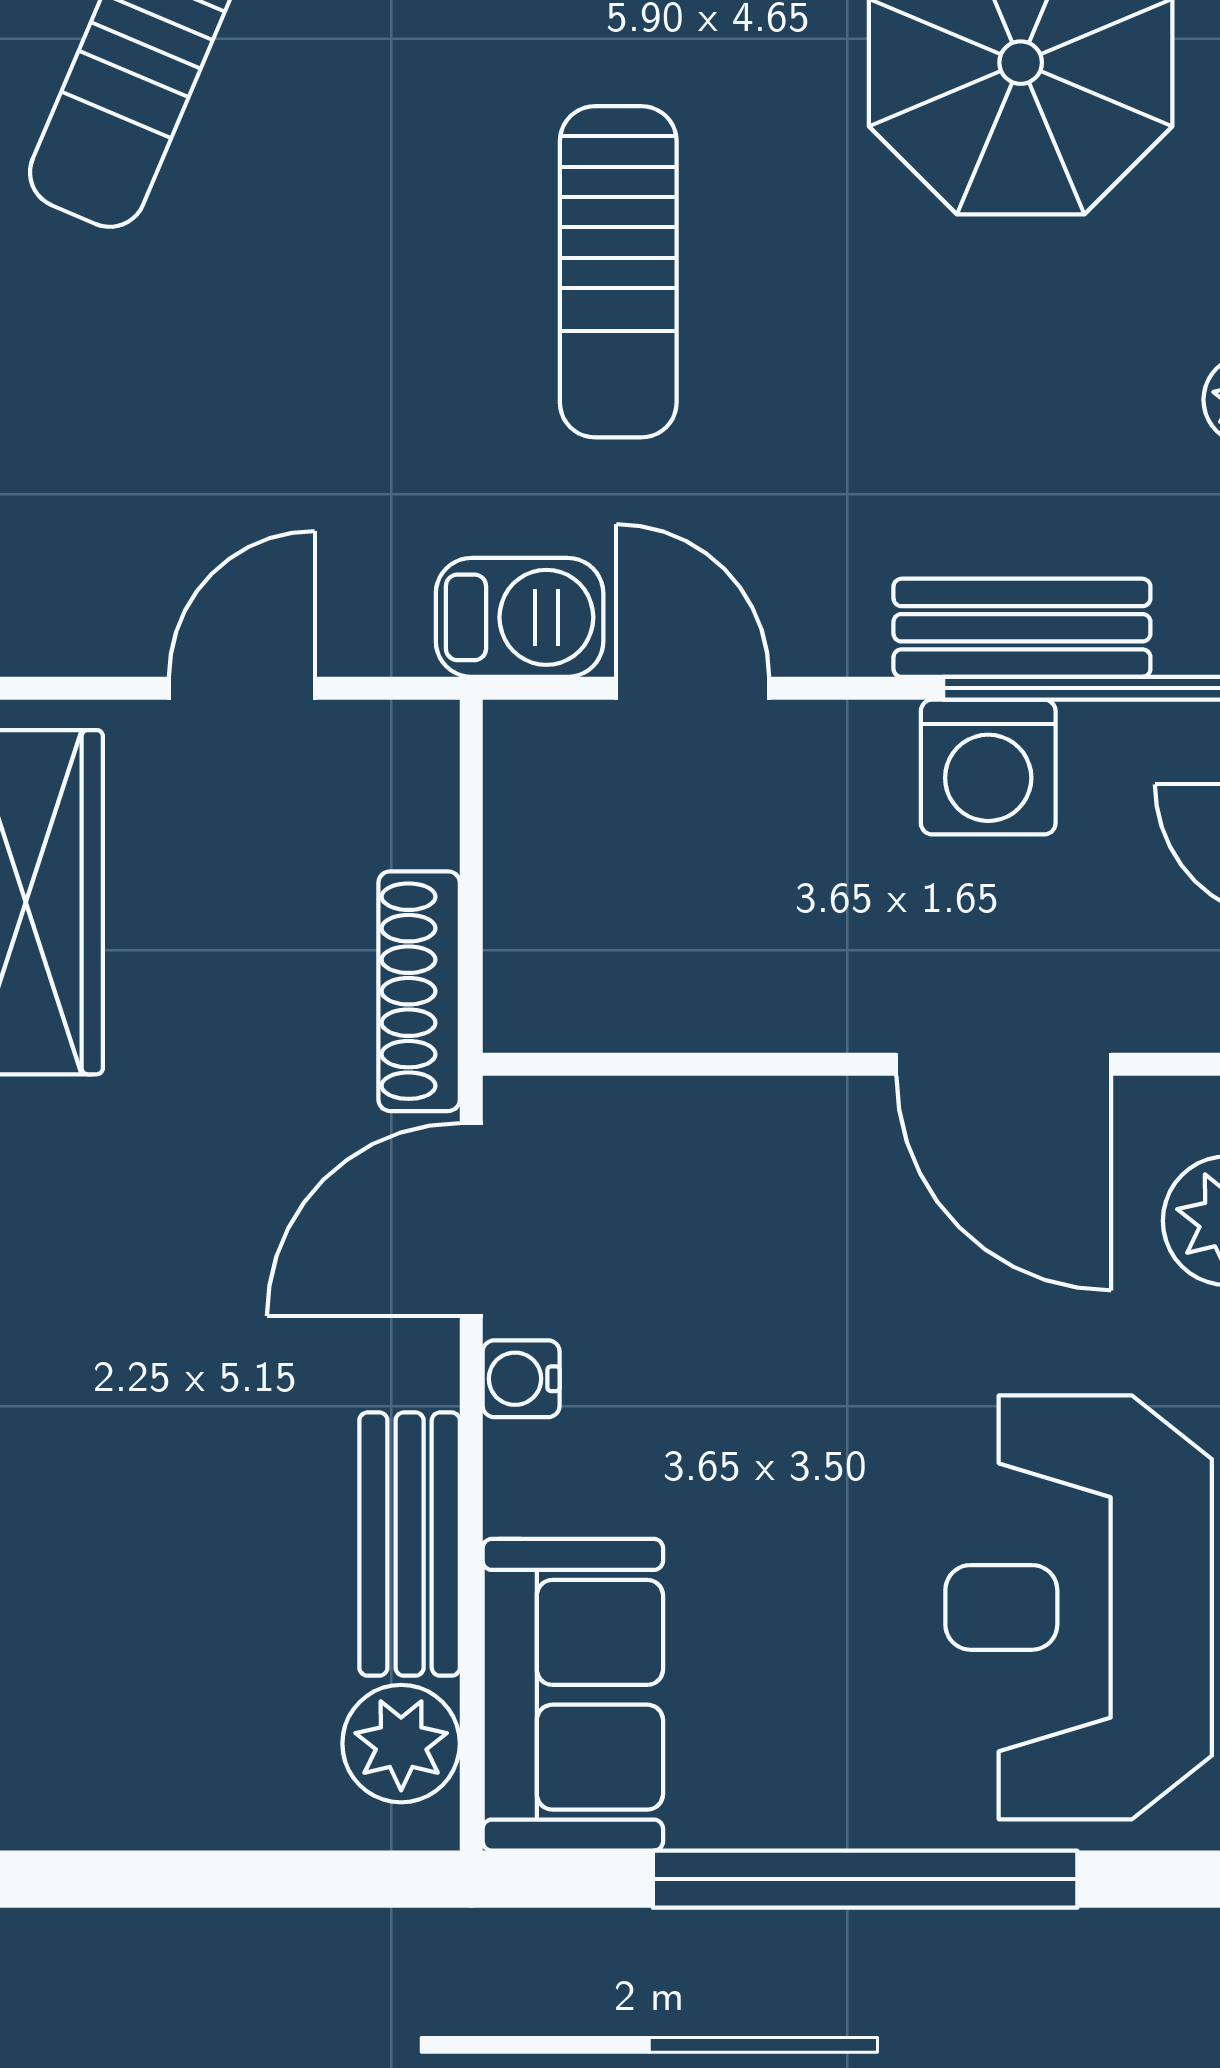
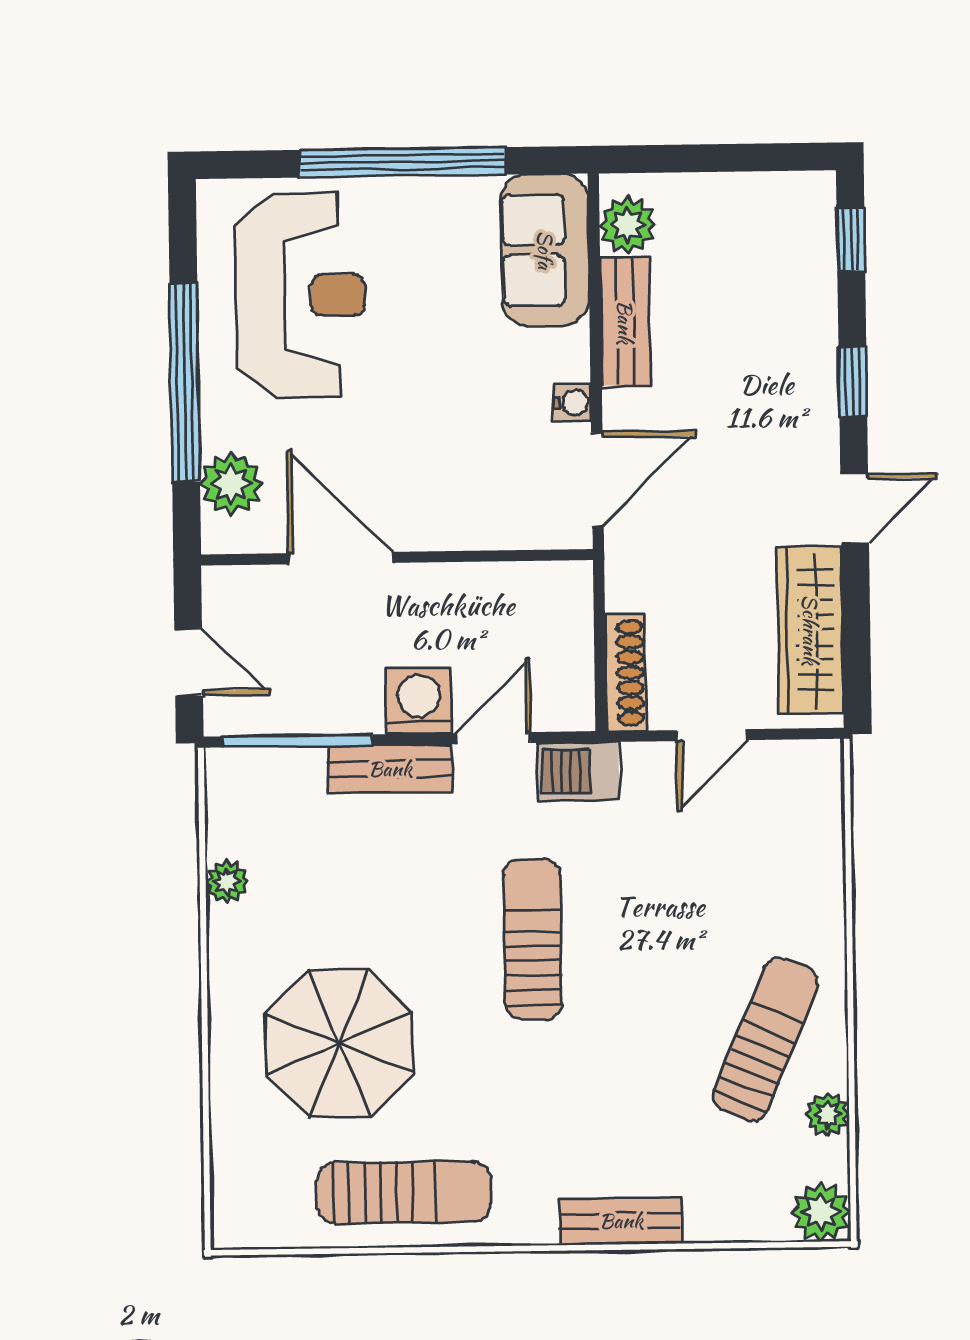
bench: (1022, 628) -> (390, 769), moved
door: (693, 688) -> (494, 738), swing flipped
washing machine: (988, 767) -> (419, 701), moved
shoe rack: (419, 991) -> (625, 673), moved

